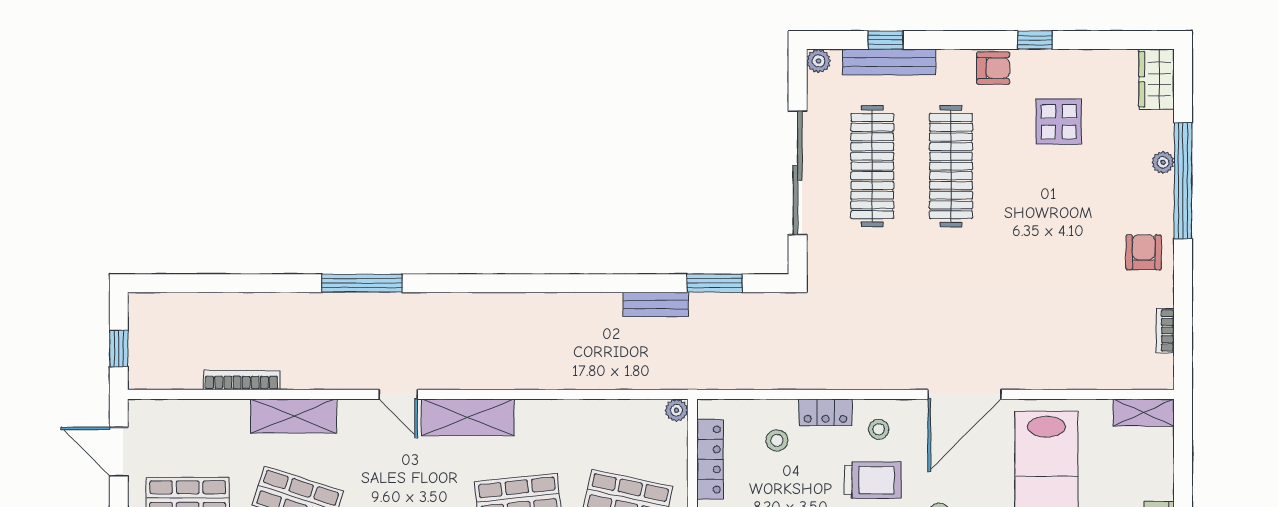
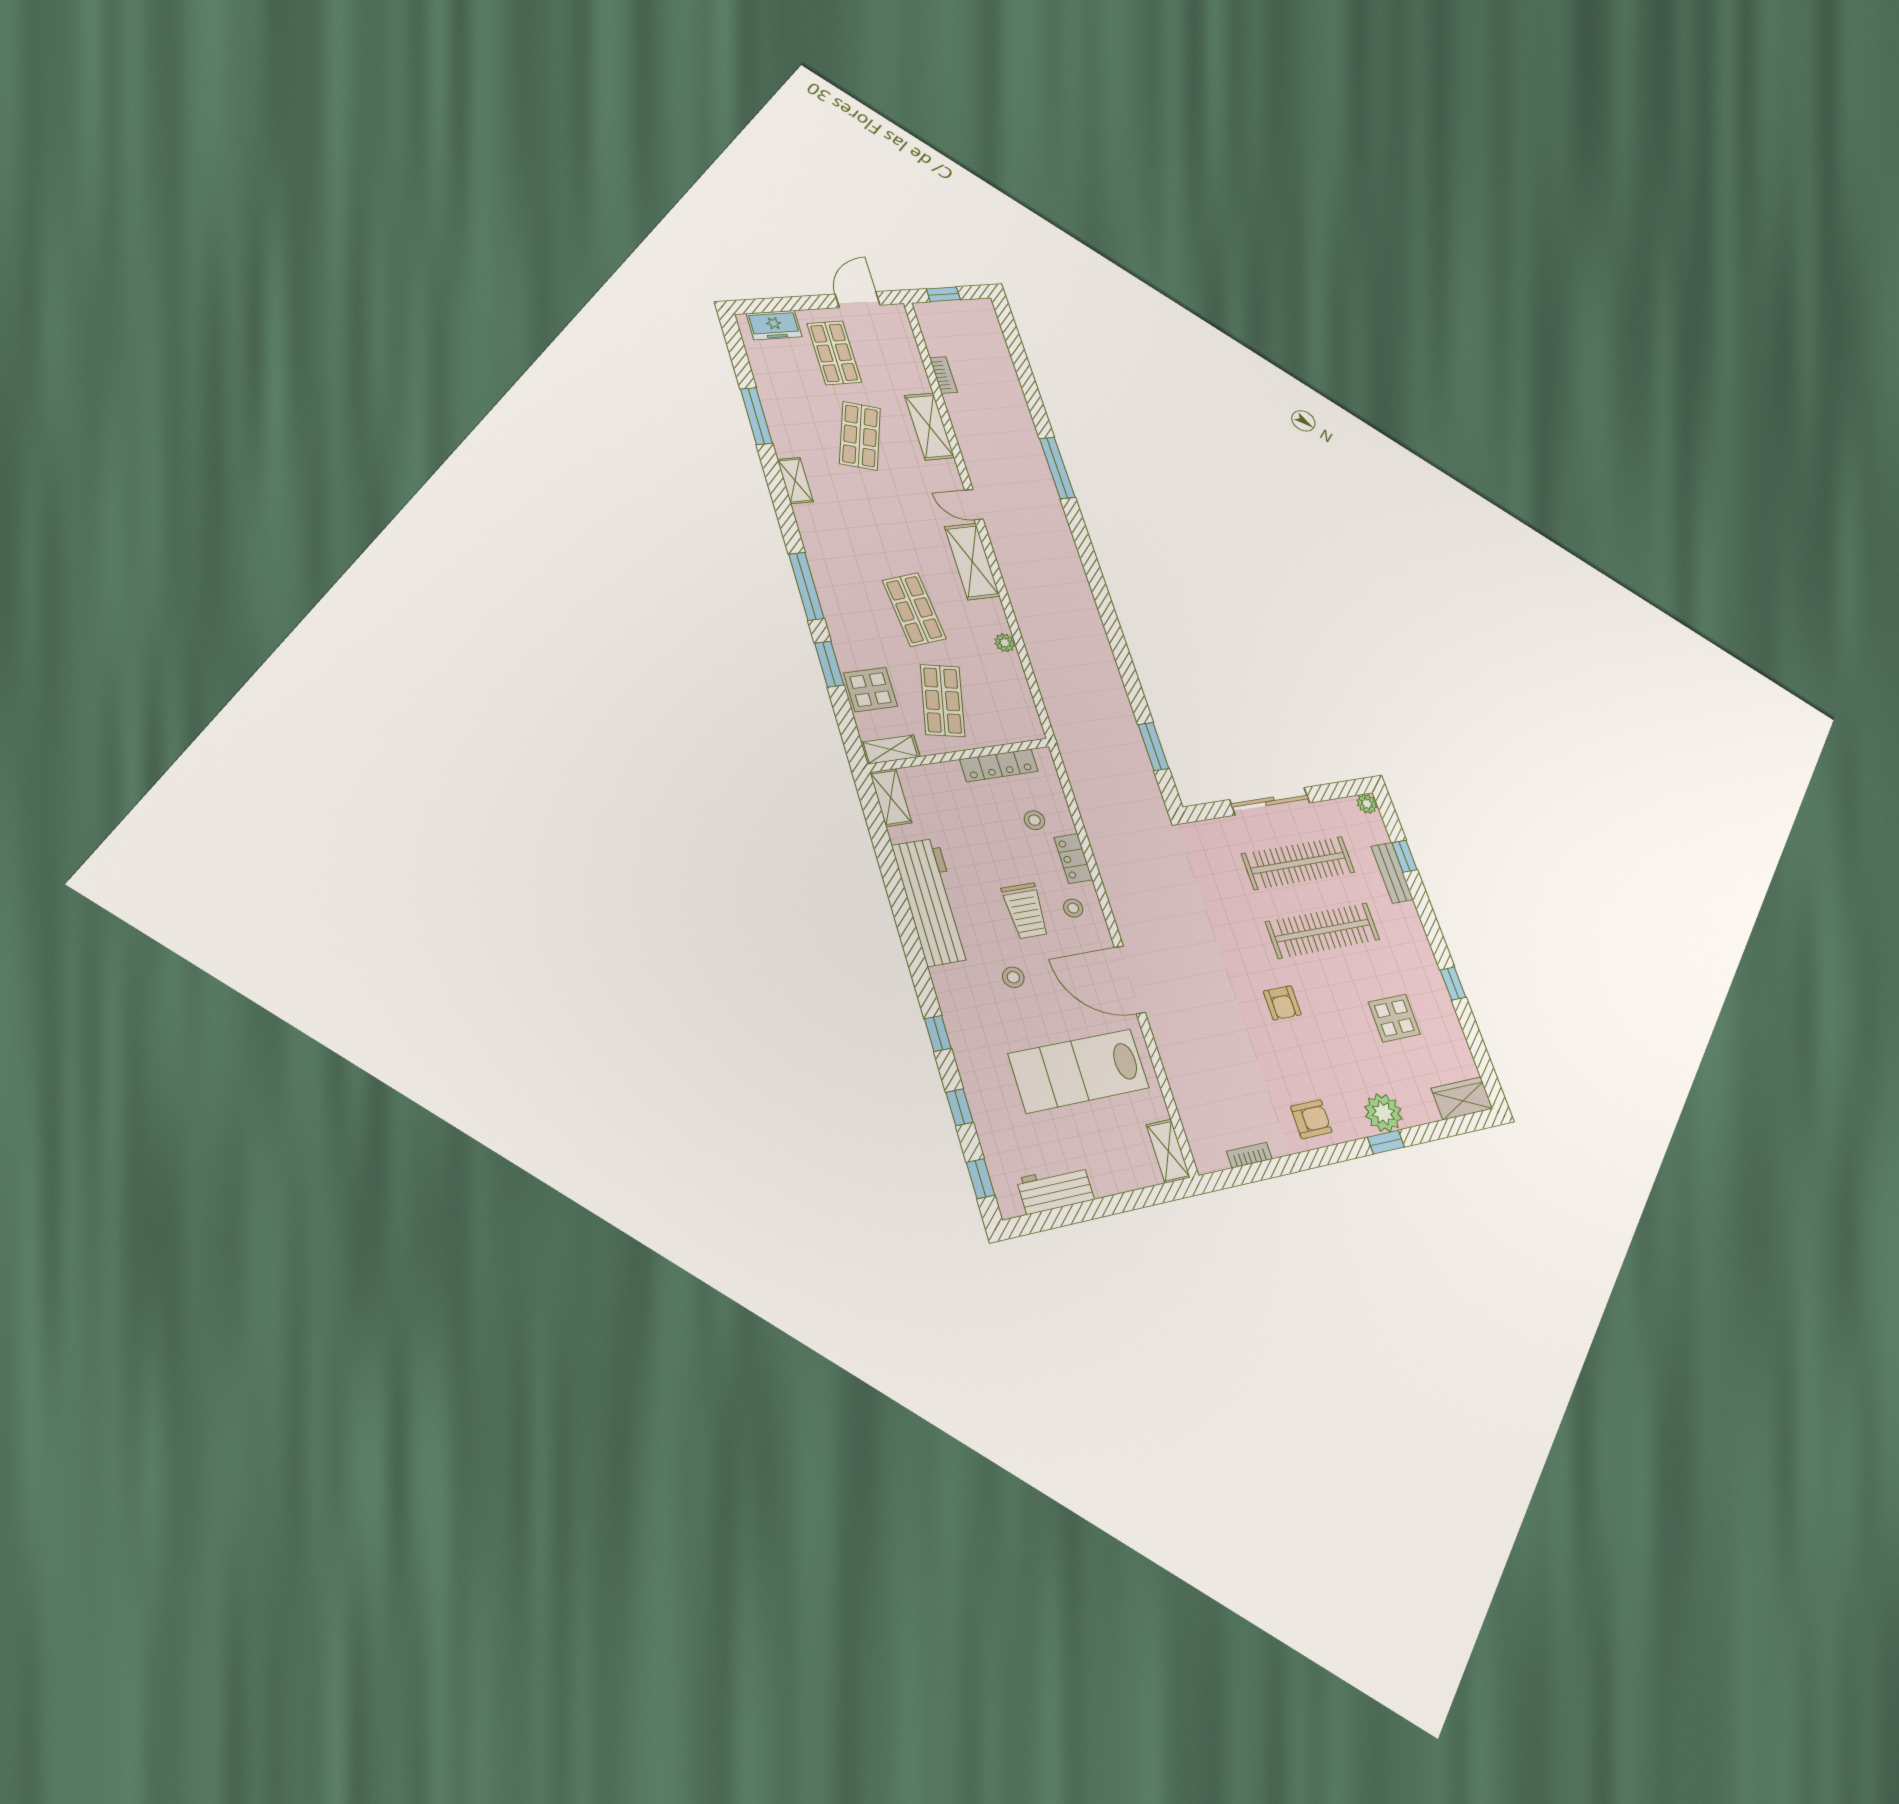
bench: (889, 62) -> (1392, 873), width x0.73
armchair: (993, 68) -> (1282, 1003), moved
plant: (1163, 162) -> (1383, 1113), width x1.88, depth x1.88
sliding door: (798, 173) -> (1270, 801), width x0.73
window: (1183, 181) -> (1386, 1142), width x0.32
bench: (656, 304) -> (1119, 700), removed
bookcase: (241, 380) -> (943, 375), width x0.64
door: (398, 394) -> (974, 505), hinge flipped
plant: (677, 410) -> (1005, 643), moved

